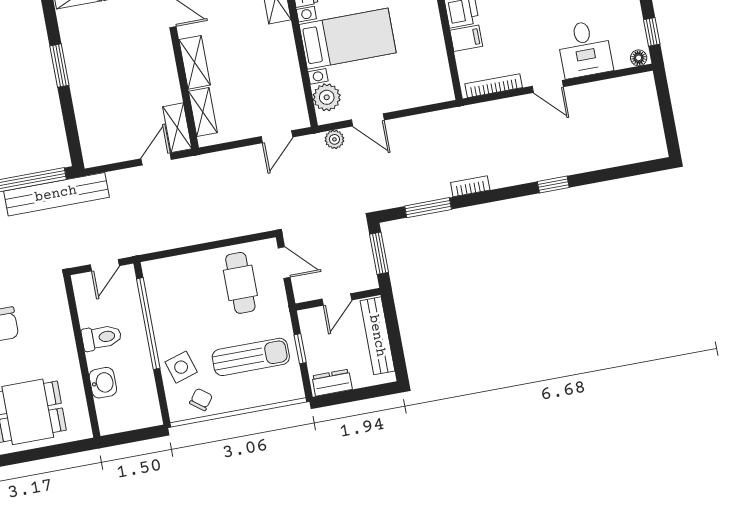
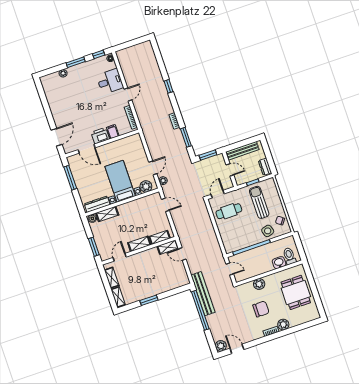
plant: (60, 329) -> (259, 284), added
toilet: (102, 337) -> (289, 256), moved

